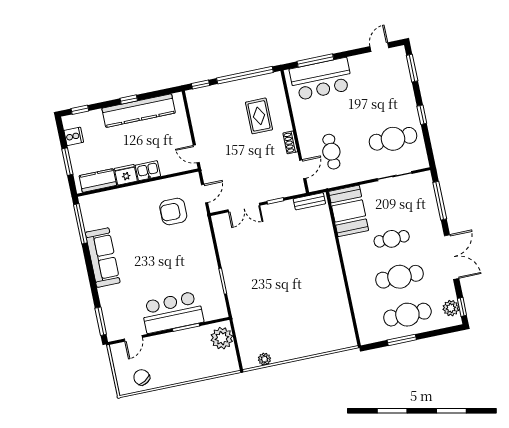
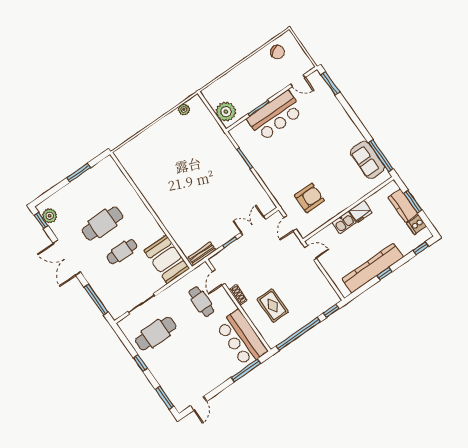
bar counter: (321, 79) -> (242, 338), moved, turned -90
kitchen counter: (98, 181) -> (403, 205), moved, turned 90
sofa: (103, 258) -> (367, 160), moved, width x0.73
cafe table: (407, 315) -> (83, 195), removed
door: (133, 338) -> (298, 81), swing flipped

